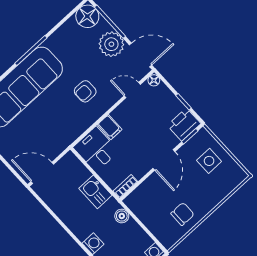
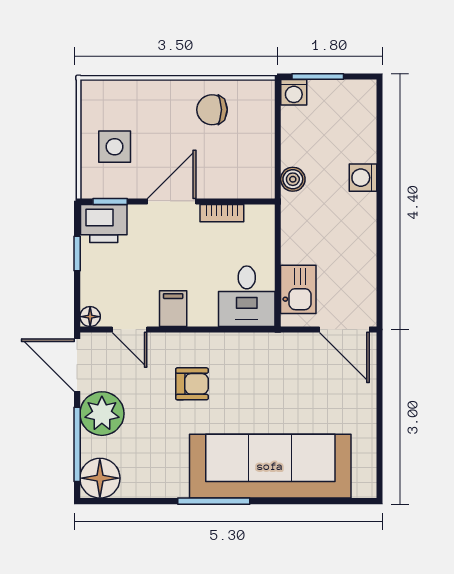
filing cabinet: (110, 127) -> (173, 309), moved
bookcase: (125, 186) -> (222, 213), moved
kitchen sink: (95, 192) -> (298, 289), moved

